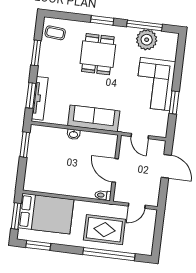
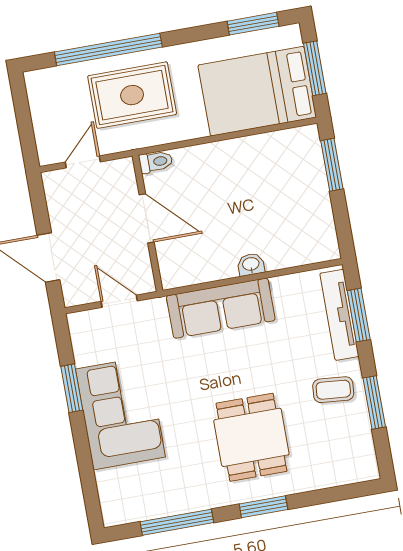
coffee table: (55, 33) -> (333, 390), moved
plant: (147, 40) -> (164, 496), removed
window: (25, 145) -> (332, 165), moved

